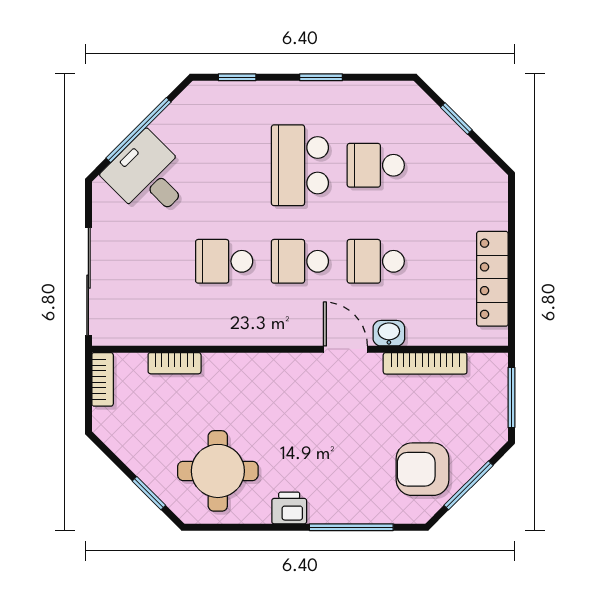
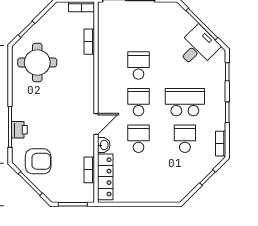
bookcase: (386, 91) -> (221, 144), added
desk: (148, 177) -> (198, 47), moved
locker: (492, 279) -> (105, 177), moved, turned 90
bookcase: (425, 363) -> (89, 170), width x0.64
armchair: (422, 469) -> (38, 161), turned 90
printer: (289, 508) -> (19, 130), moved

